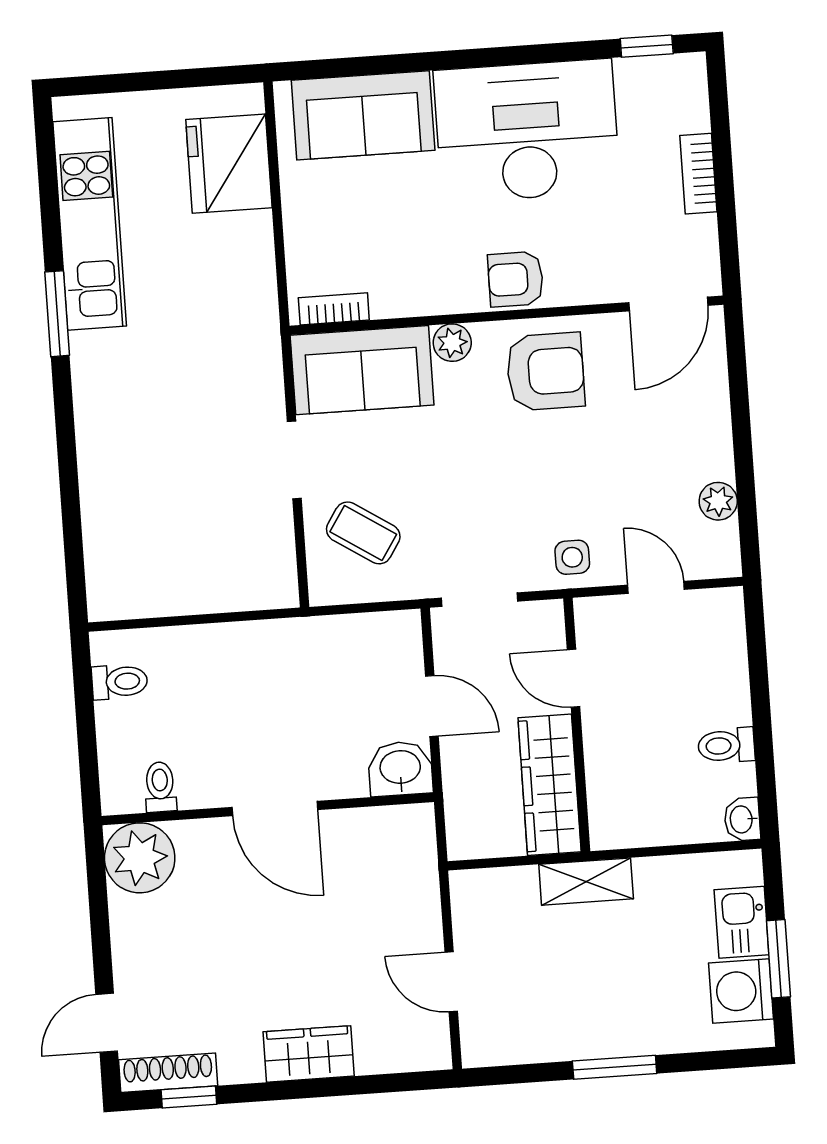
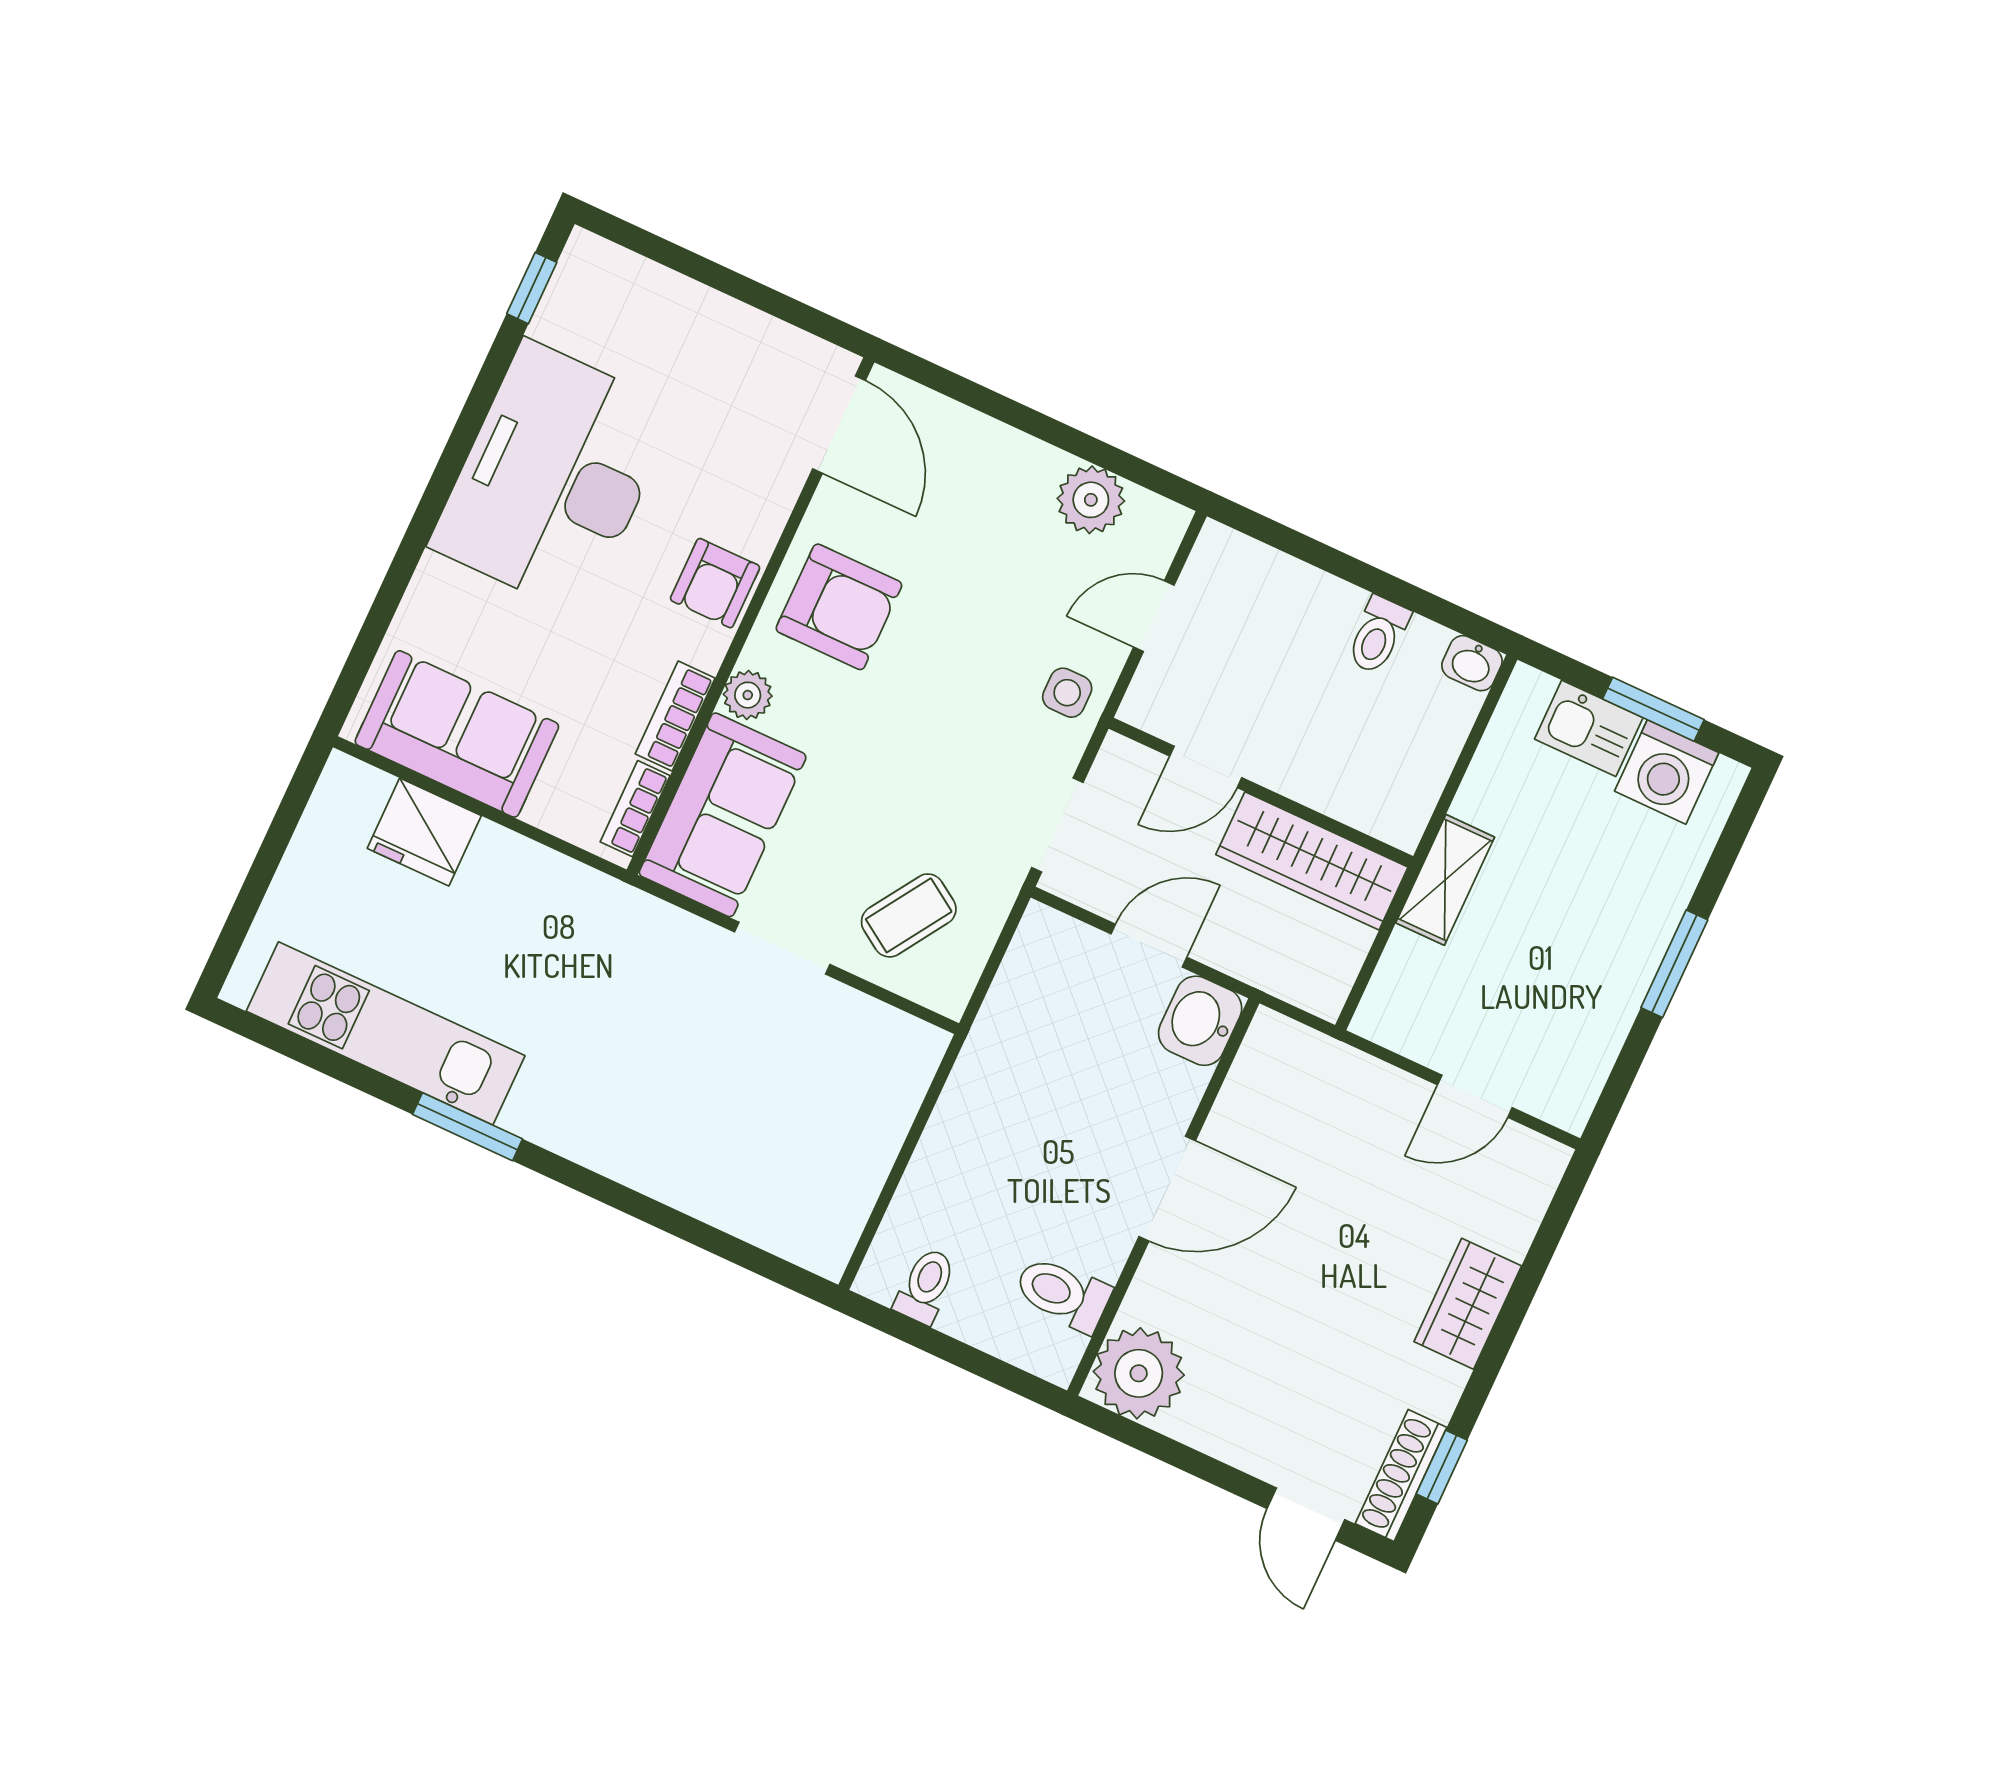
sofa: (363, 115) -> (457, 734), moved, turned -90
fridge: (229, 164) -> (424, 832), width x0.73, depth x0.75
bookcase: (698, 174) -> (675, 716), moved, turned 90
armchair: (545, 371) -> (839, 607), turned 90
plant: (718, 501) -> (1091, 500), width x1.38, depth x1.38
toilet: (160, 787) -> (1063, 1294), width x1.37, depth x1.39

